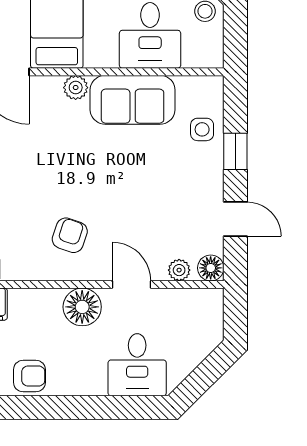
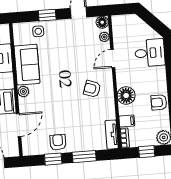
floor lamp: (82, 307) -> (126, 96), moved
armchair: (29, 376) -> (159, 102), turned -90

